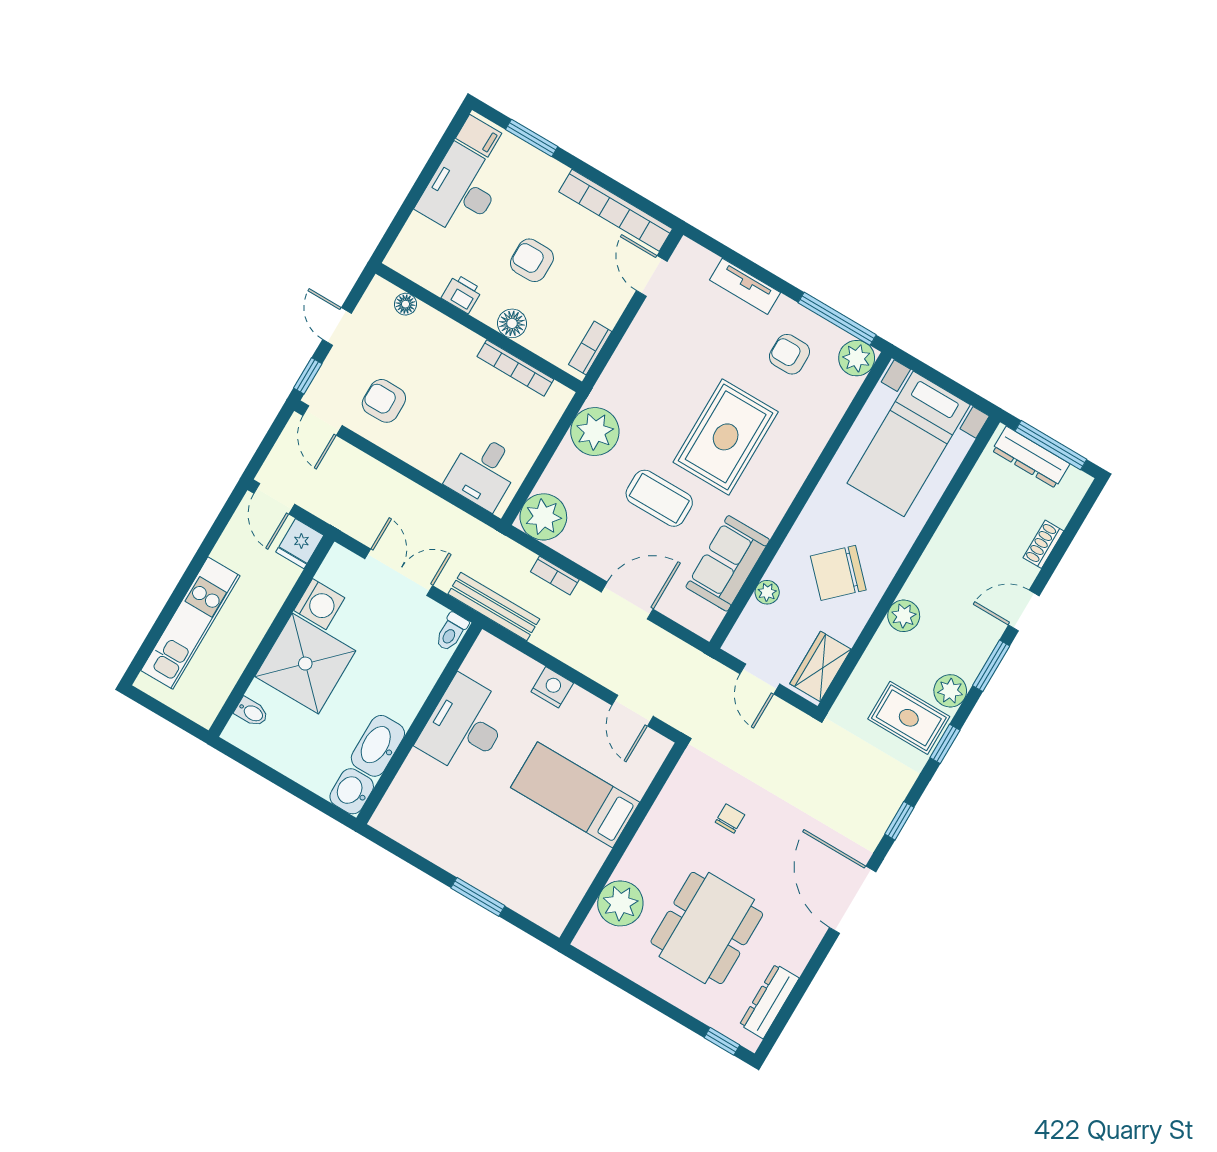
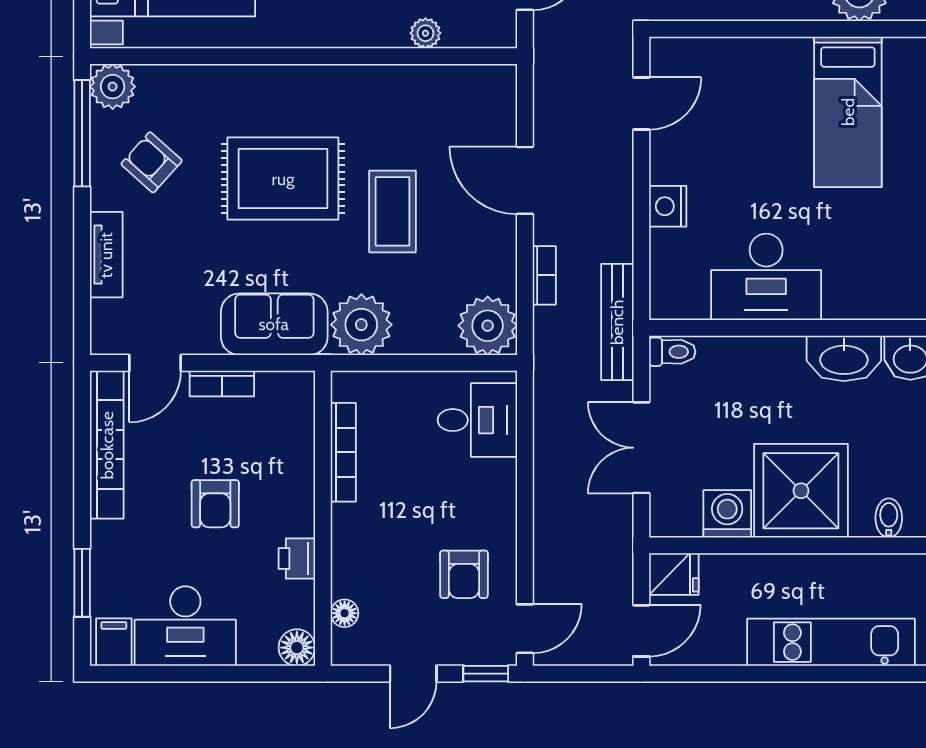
floor lamp: (512, 323) -> (297, 648), moved
bookcase: (590, 348) -> (222, 384), moved
armchair: (789, 354) -> (152, 162), turned 132
sofa: (728, 563) -> (274, 324), moved, turned 180
bed: (575, 795) -> (848, 112), moved

